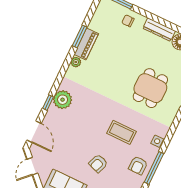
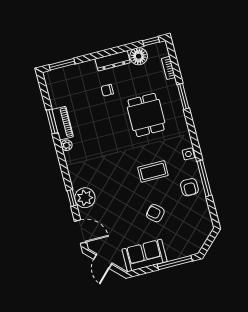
chair: (128, 21) -> (107, 90), moved
plant: (63, 100) -> (85, 198), moved
armchair: (98, 163) -> (155, 213), turned 111

